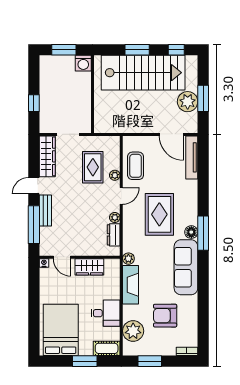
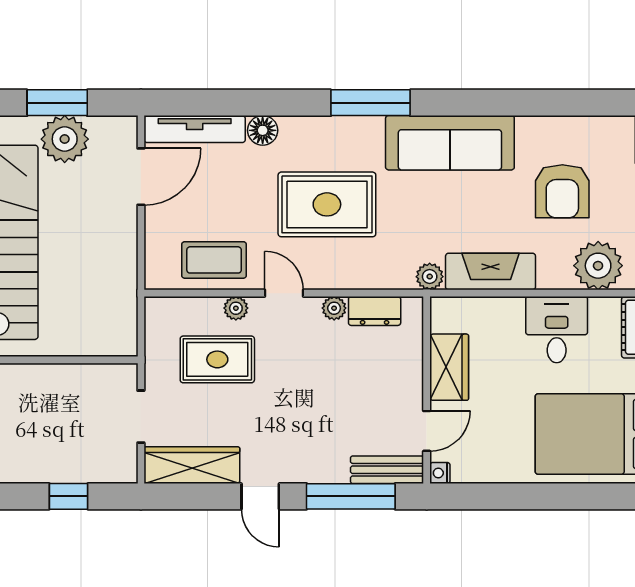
bench: (45, 211) -> (387, 470), moved
floor lamp: (191, 232) -> (263, 130), moved

